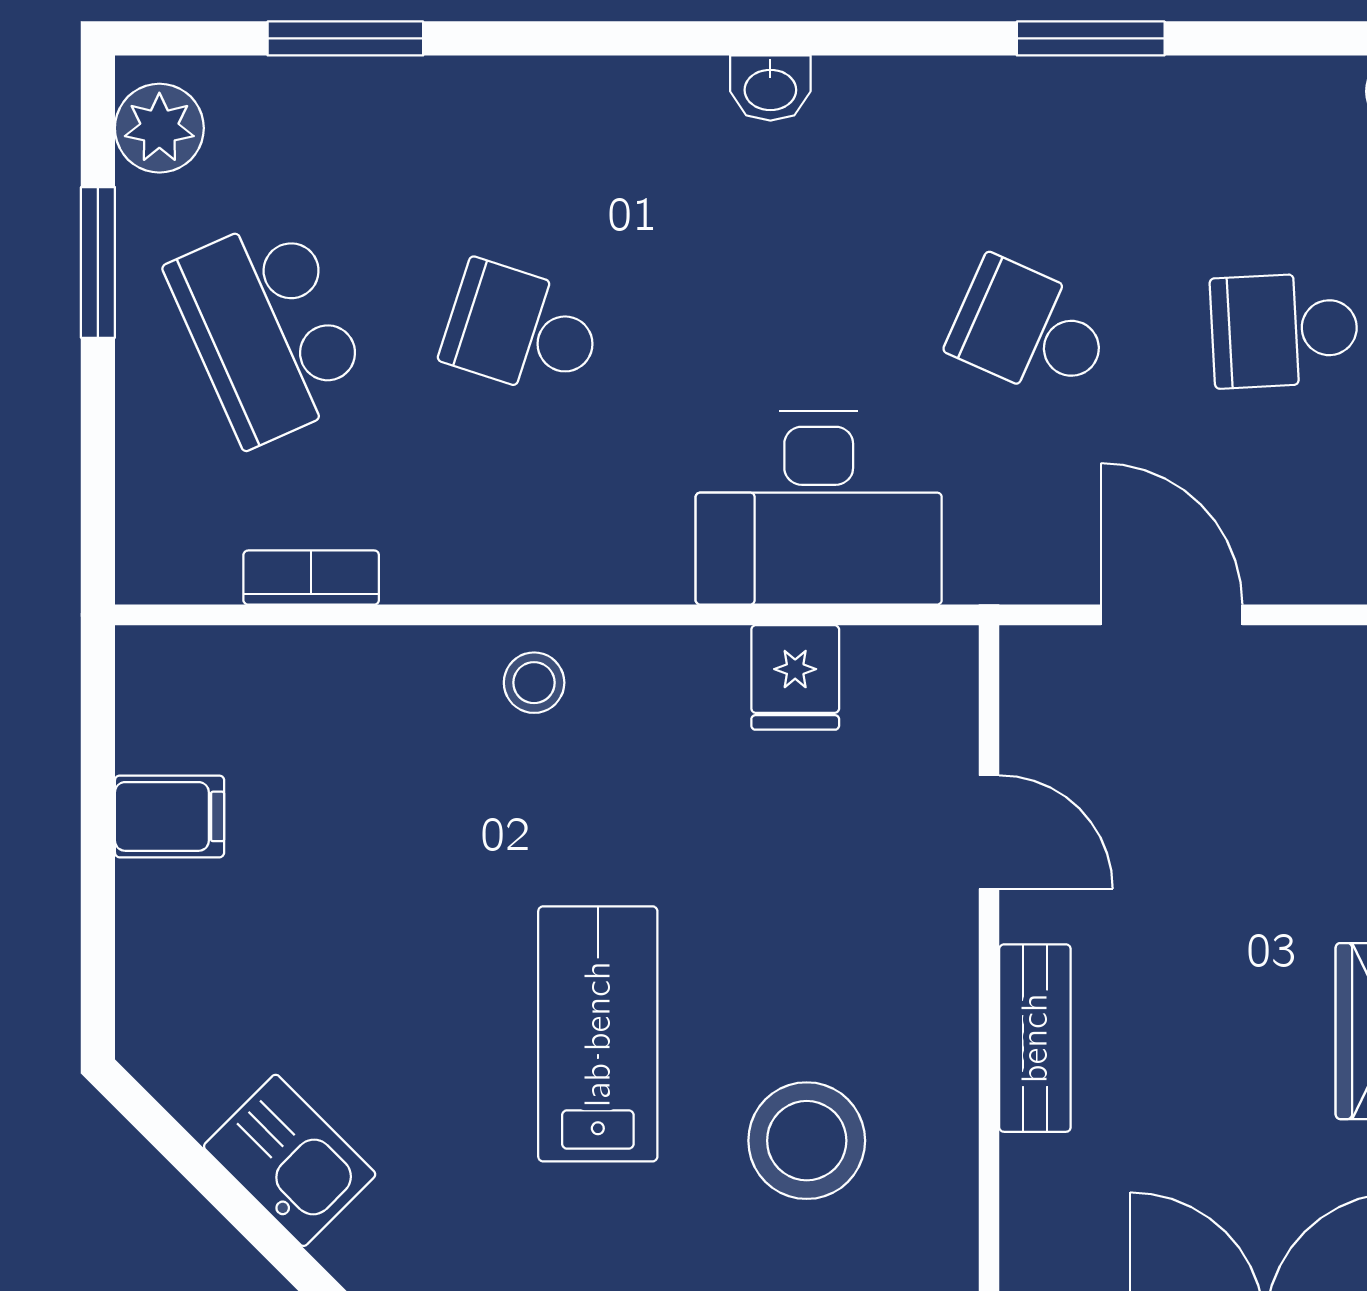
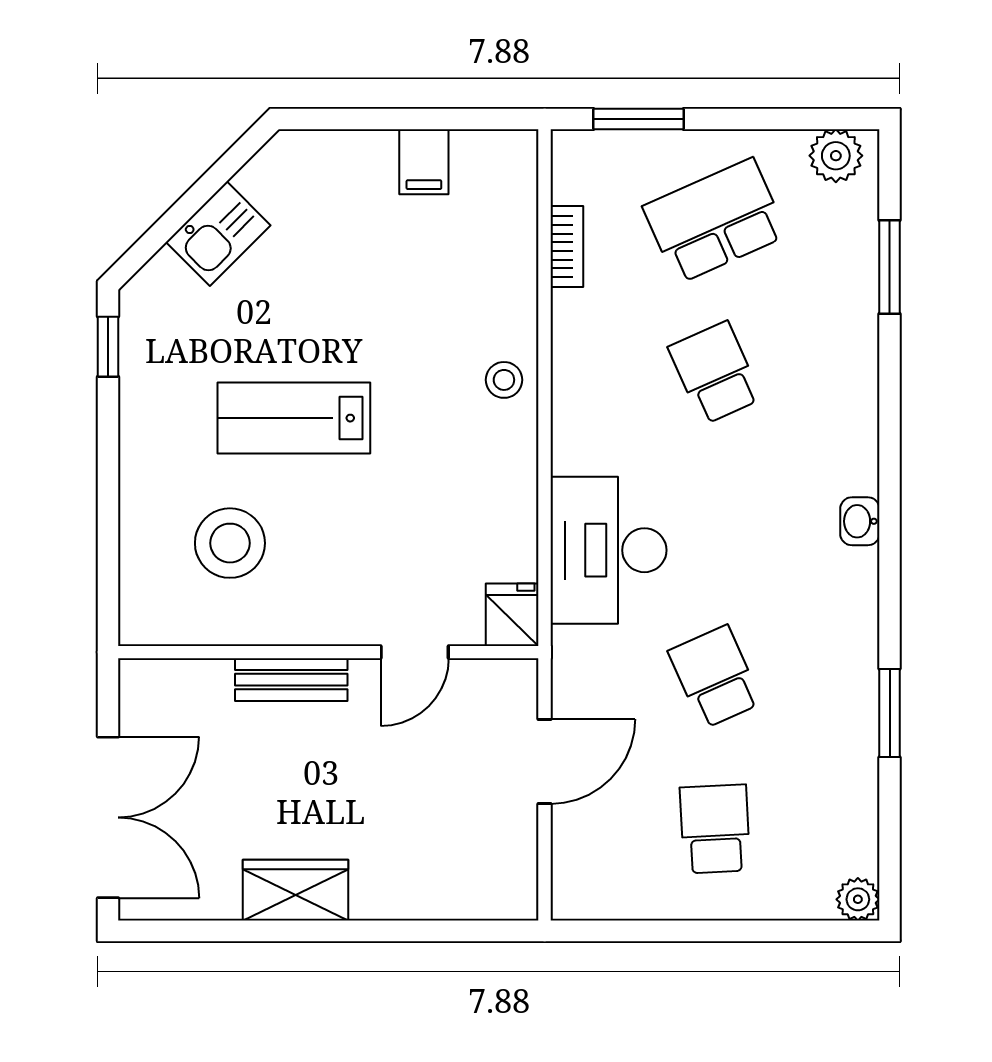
window: (98, 262) -> (639, 119), moved
school desk: (522, 330) -> (715, 373), turned -42
school desk: (1030, 330) -> (715, 677), turned -48
fridge: (795, 677) -> (512, 615), moved, turned 90
lab bench: (598, 1034) -> (294, 418), turned 180

